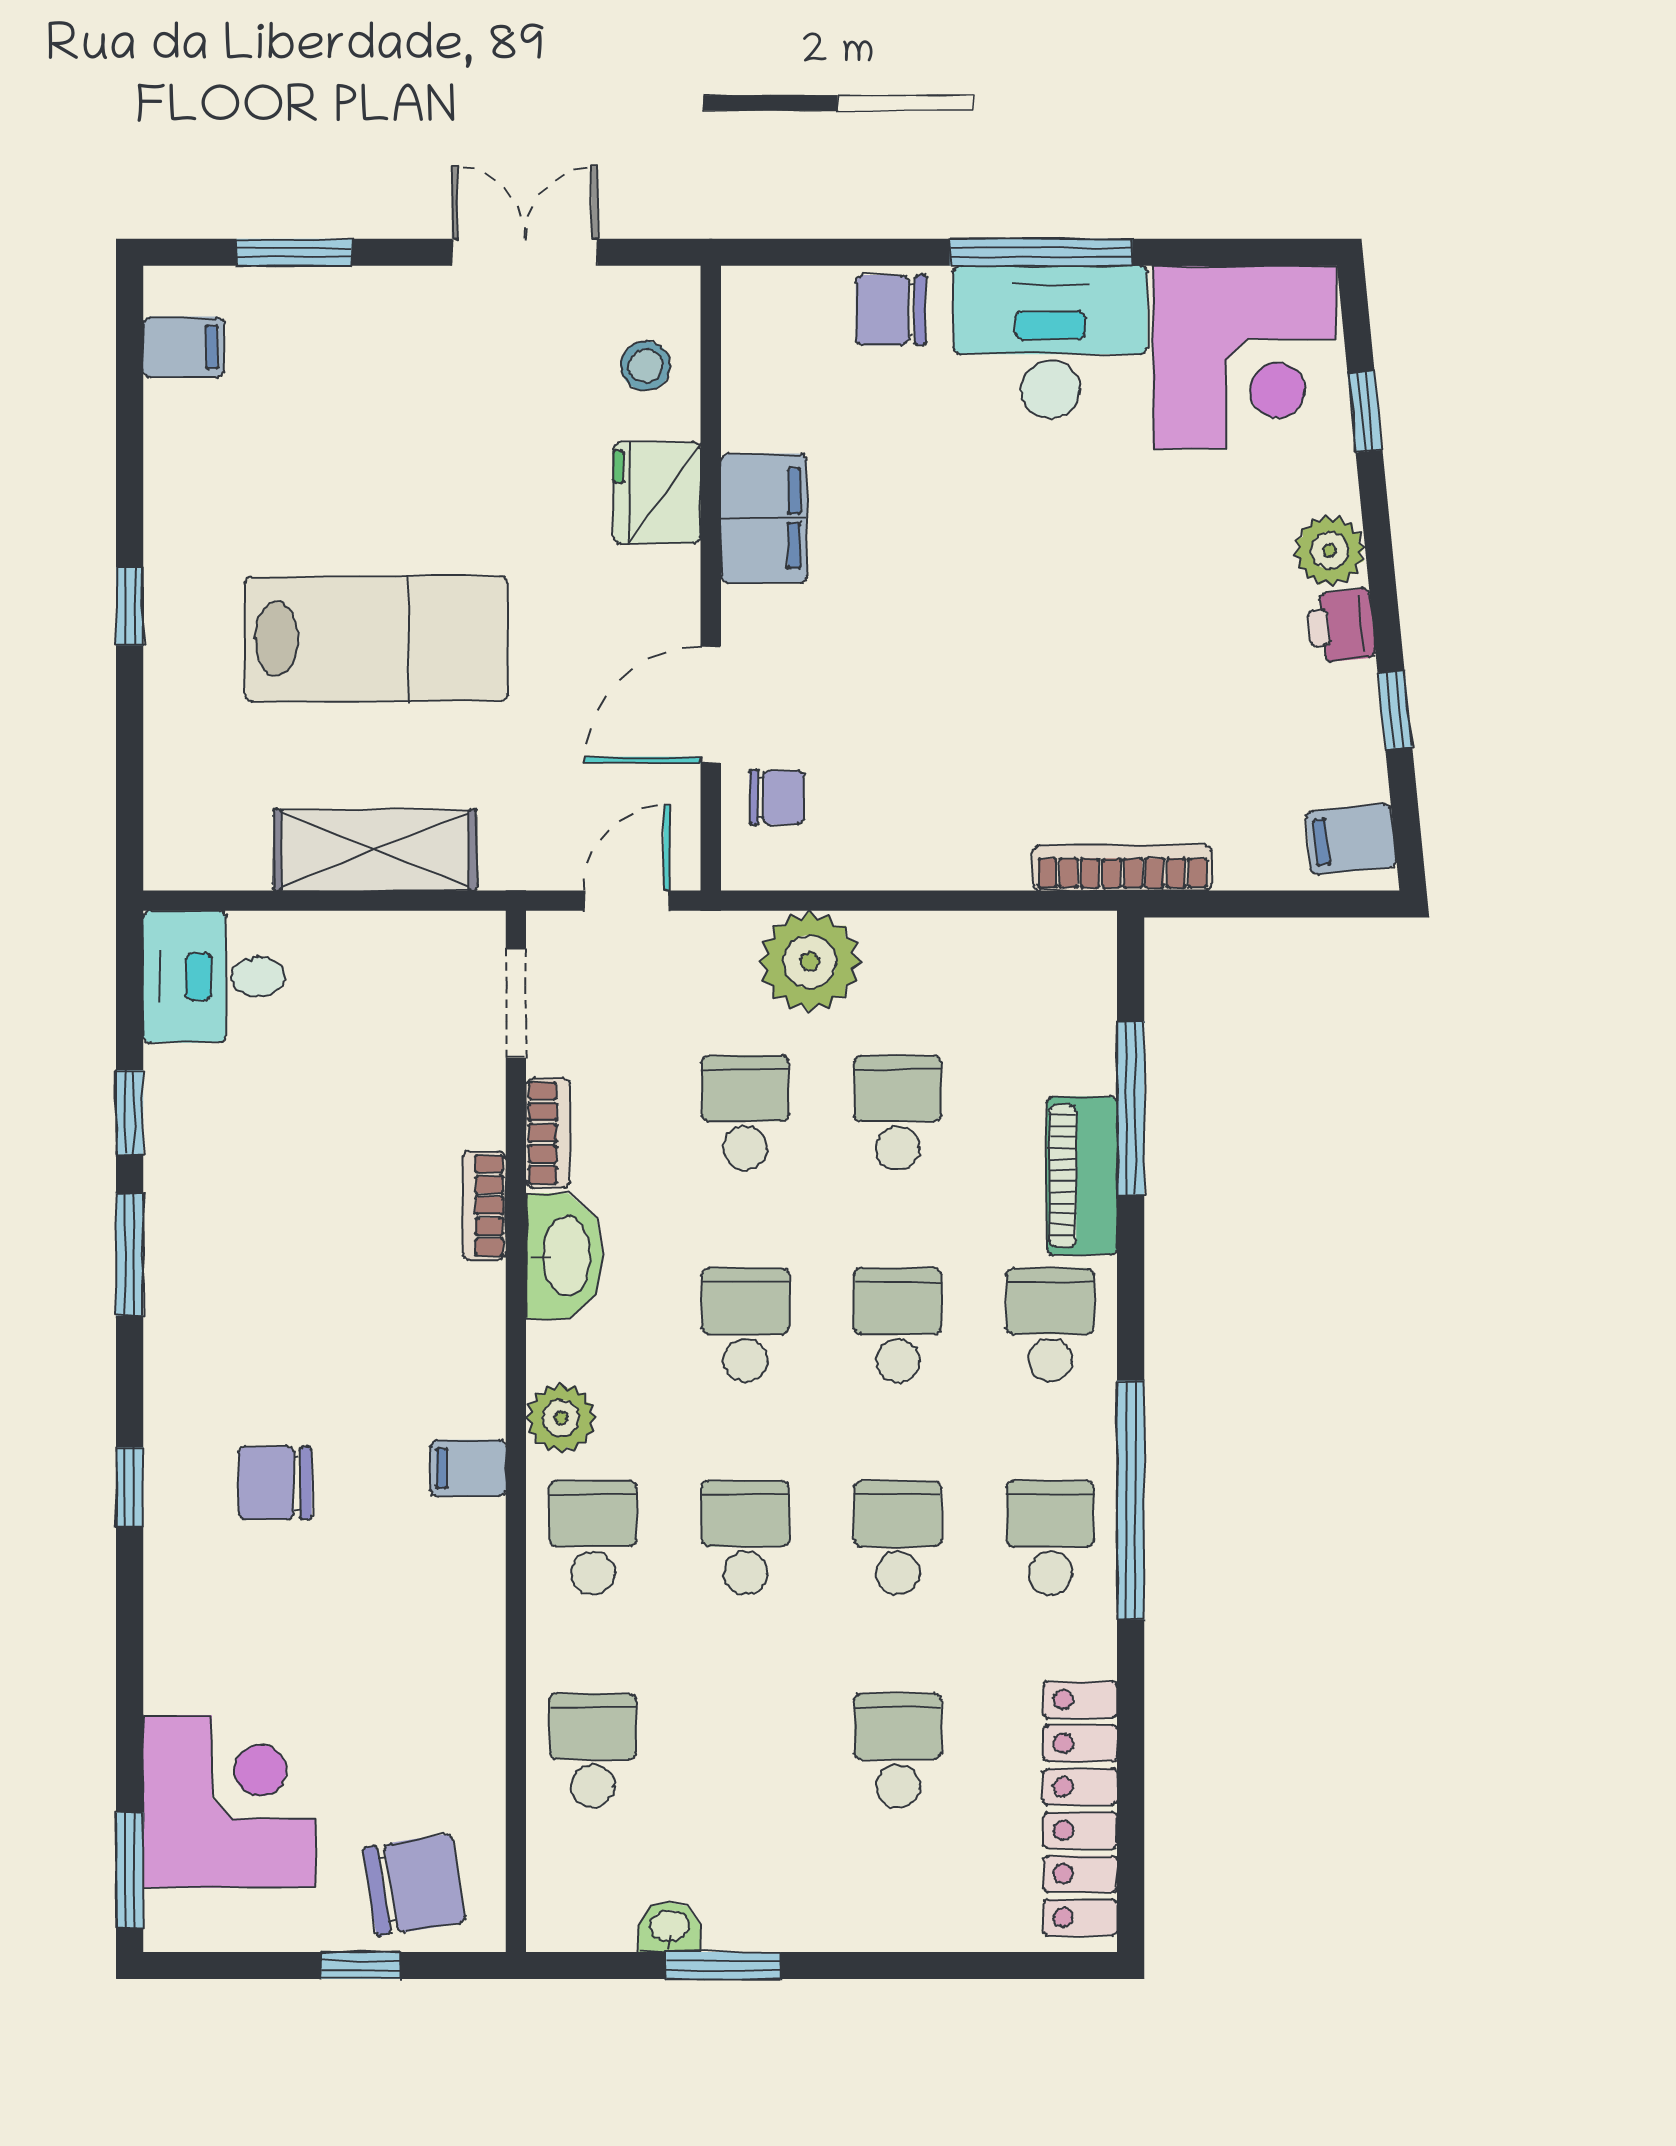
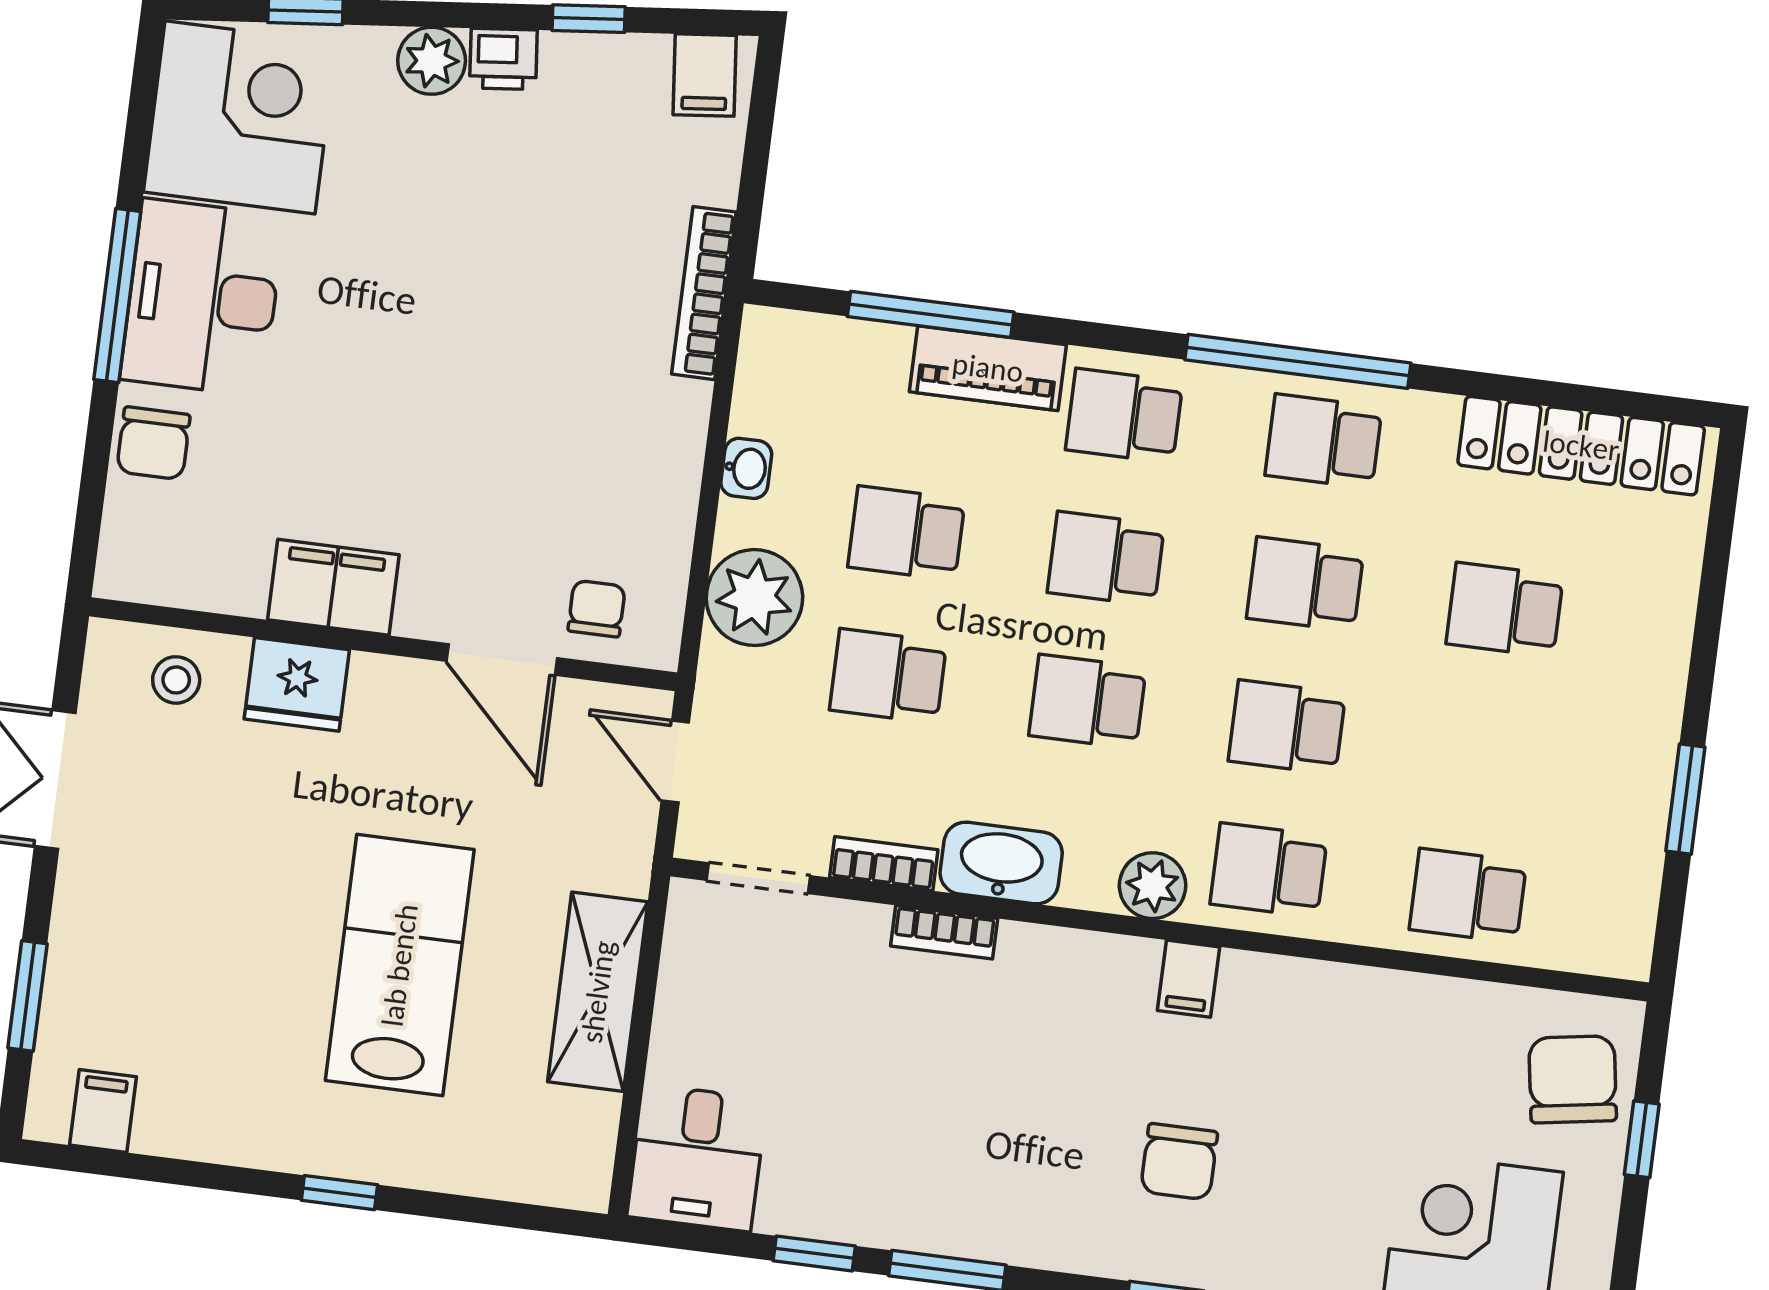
washbasin: (669, 1927) -> (746, 468), moved, turned 180

